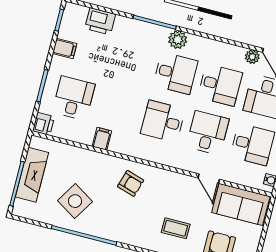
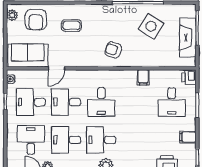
desk: (163, 121) -> (101, 102), turned 90
desk: (208, 133) -> (66, 102), turned 90
door: (209, 179) -> (56, 68), swing flipped

